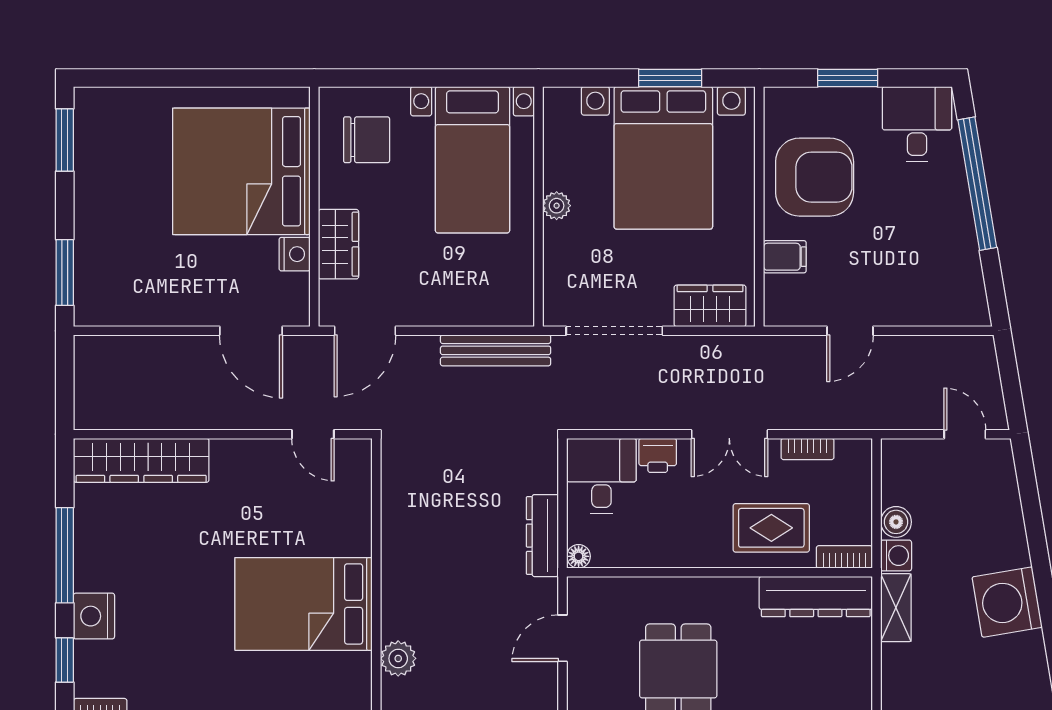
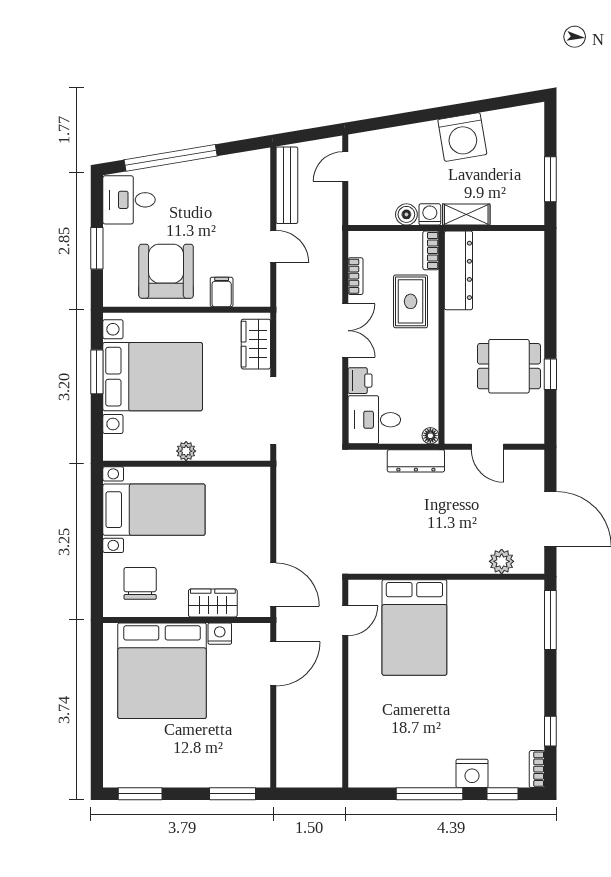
bench: (496, 350) -> (287, 185), moved
wardrobe: (141, 460) -> (363, 741), removed
bed: (303, 604) -> (414, 627), moved

